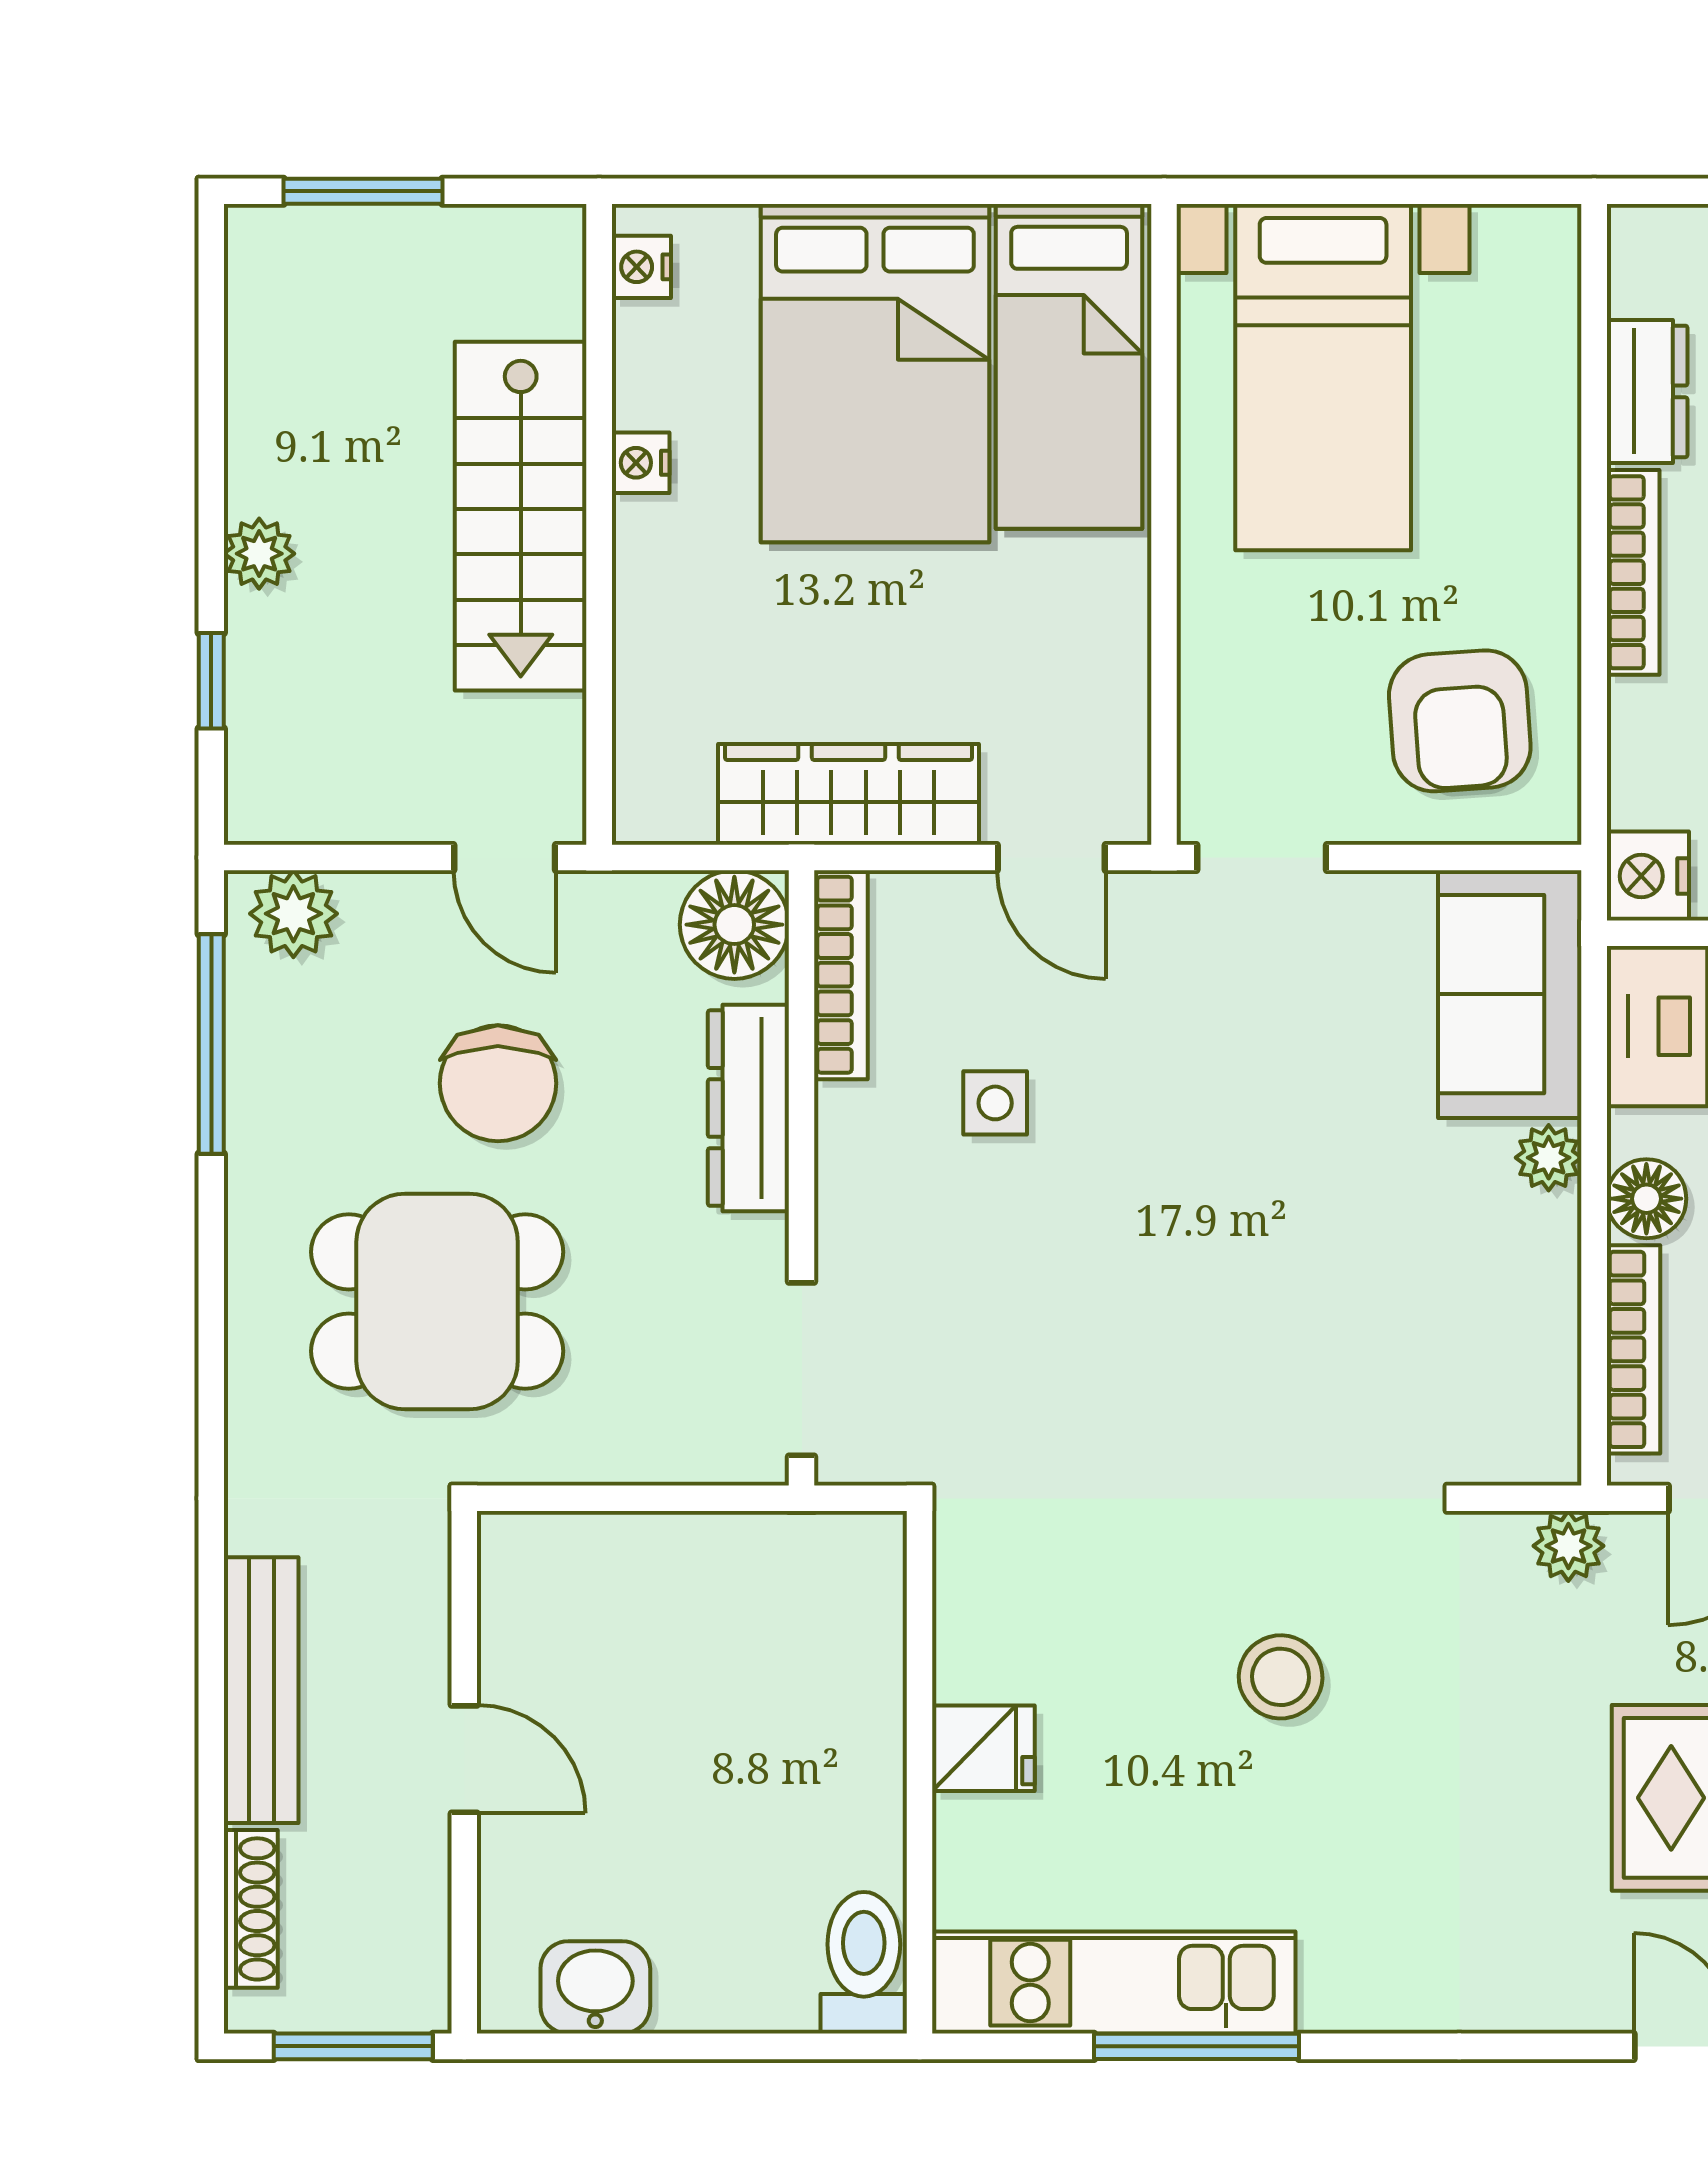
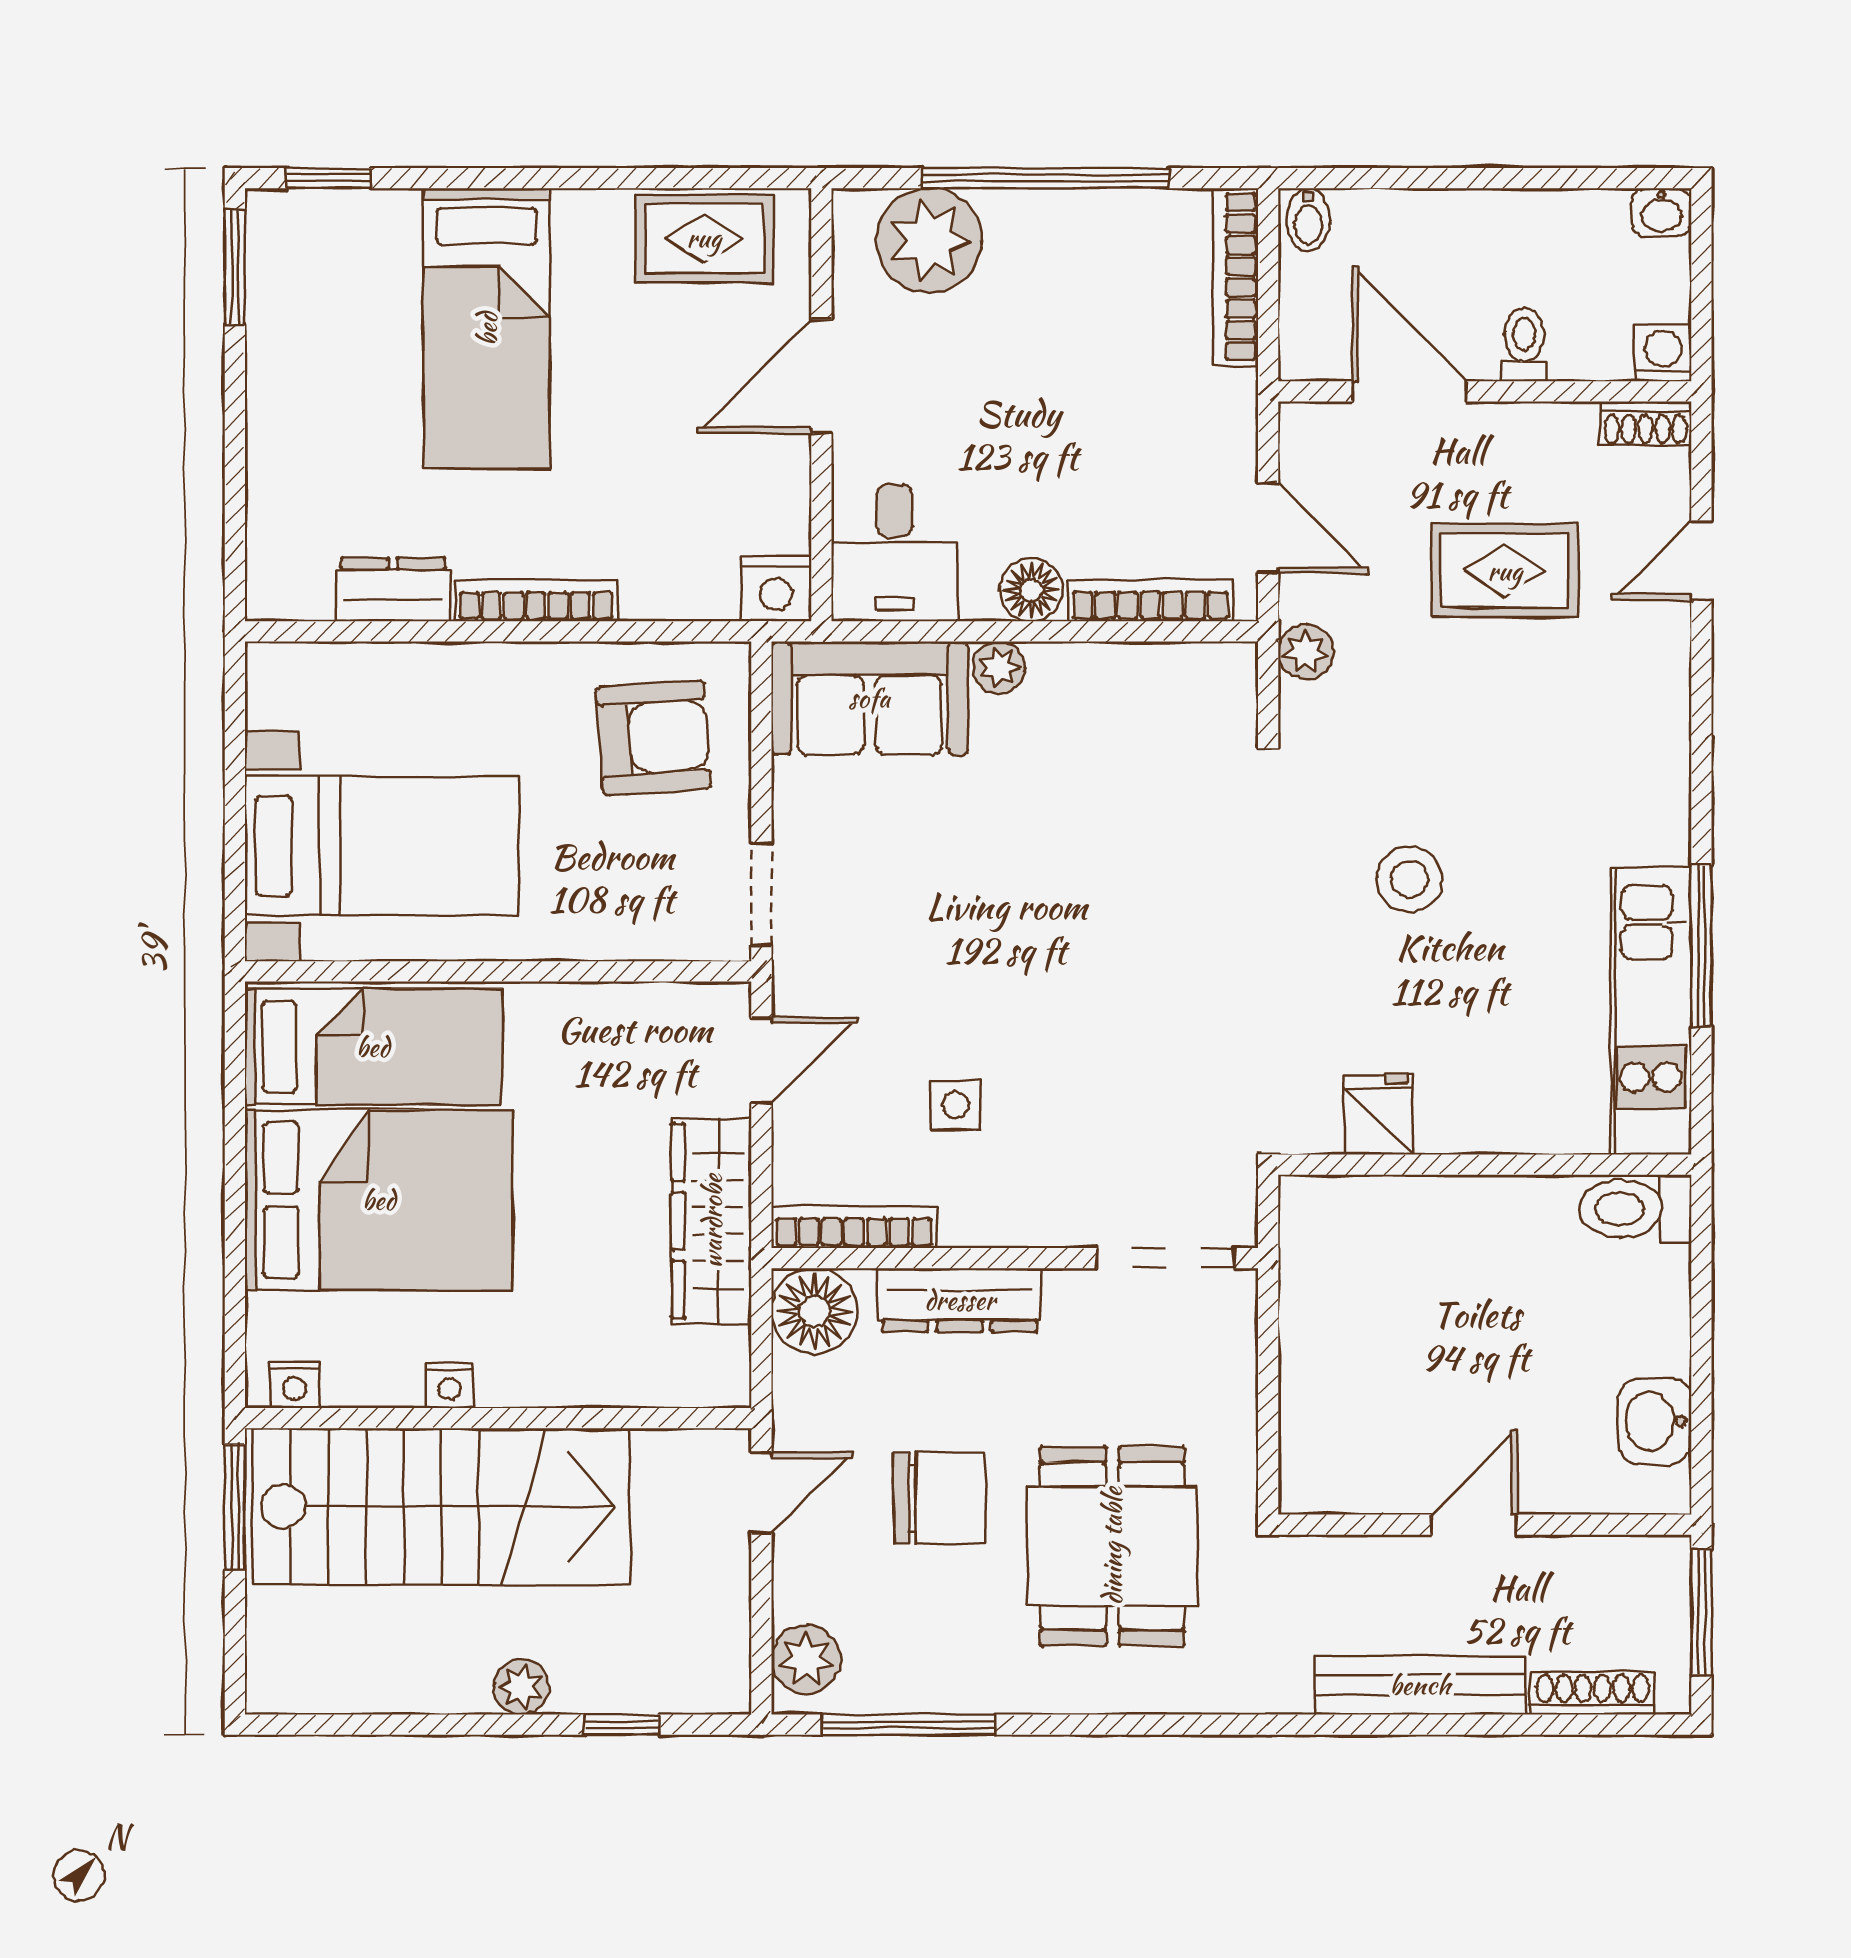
window: (363, 191) -> (235, 1507), moved
stairs: (521, 516) -> (441, 1506), width x1.36, depth x1.51
fridge: (983, 1748) -> (1378, 1114), moved

